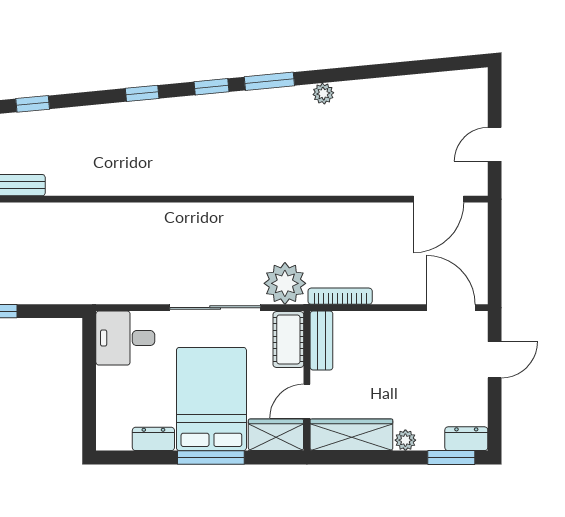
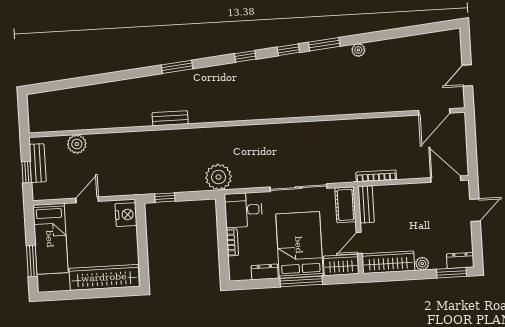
window: (33, 104) -> (177, 67), width x1.50
plant: (285, 283) -> (219, 177), moved
bookcase: (105, 389) -> (232, 242), added

